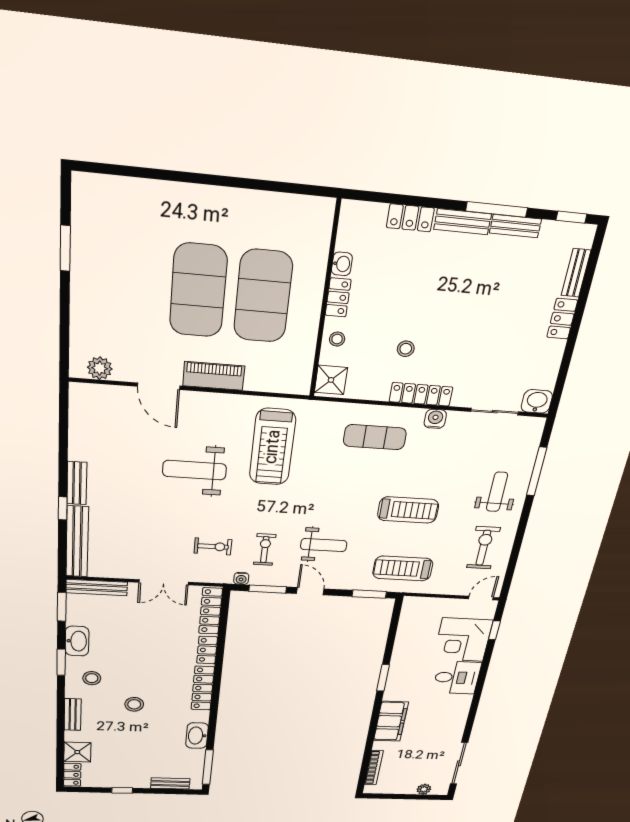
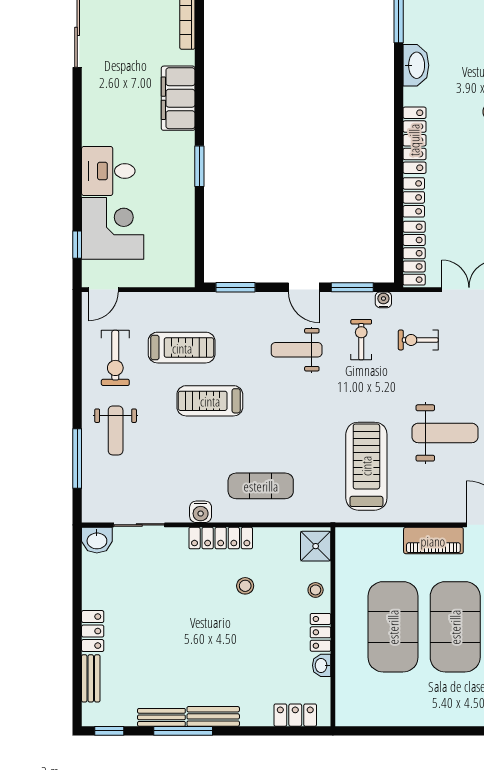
locker: (410, 218) -> (295, 715), moved
exercise bike: (265, 550) -> (361, 340), turned 180
treadmill: (403, 568) -> (182, 348), moved

